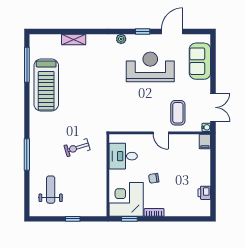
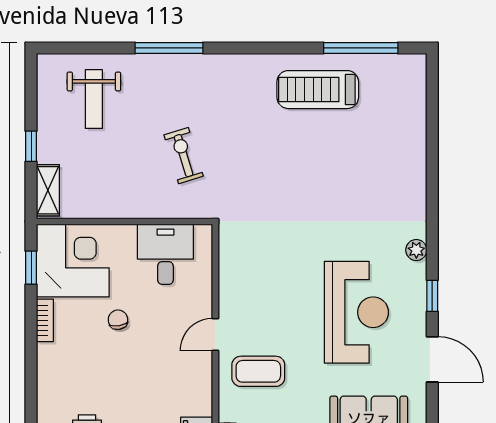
shelving: (74, 39) -> (48, 190), moved
treadmill: (46, 85) -> (318, 90), width x0.73, depth x0.73
weight bench: (51, 190) -> (94, 99), turned 90

